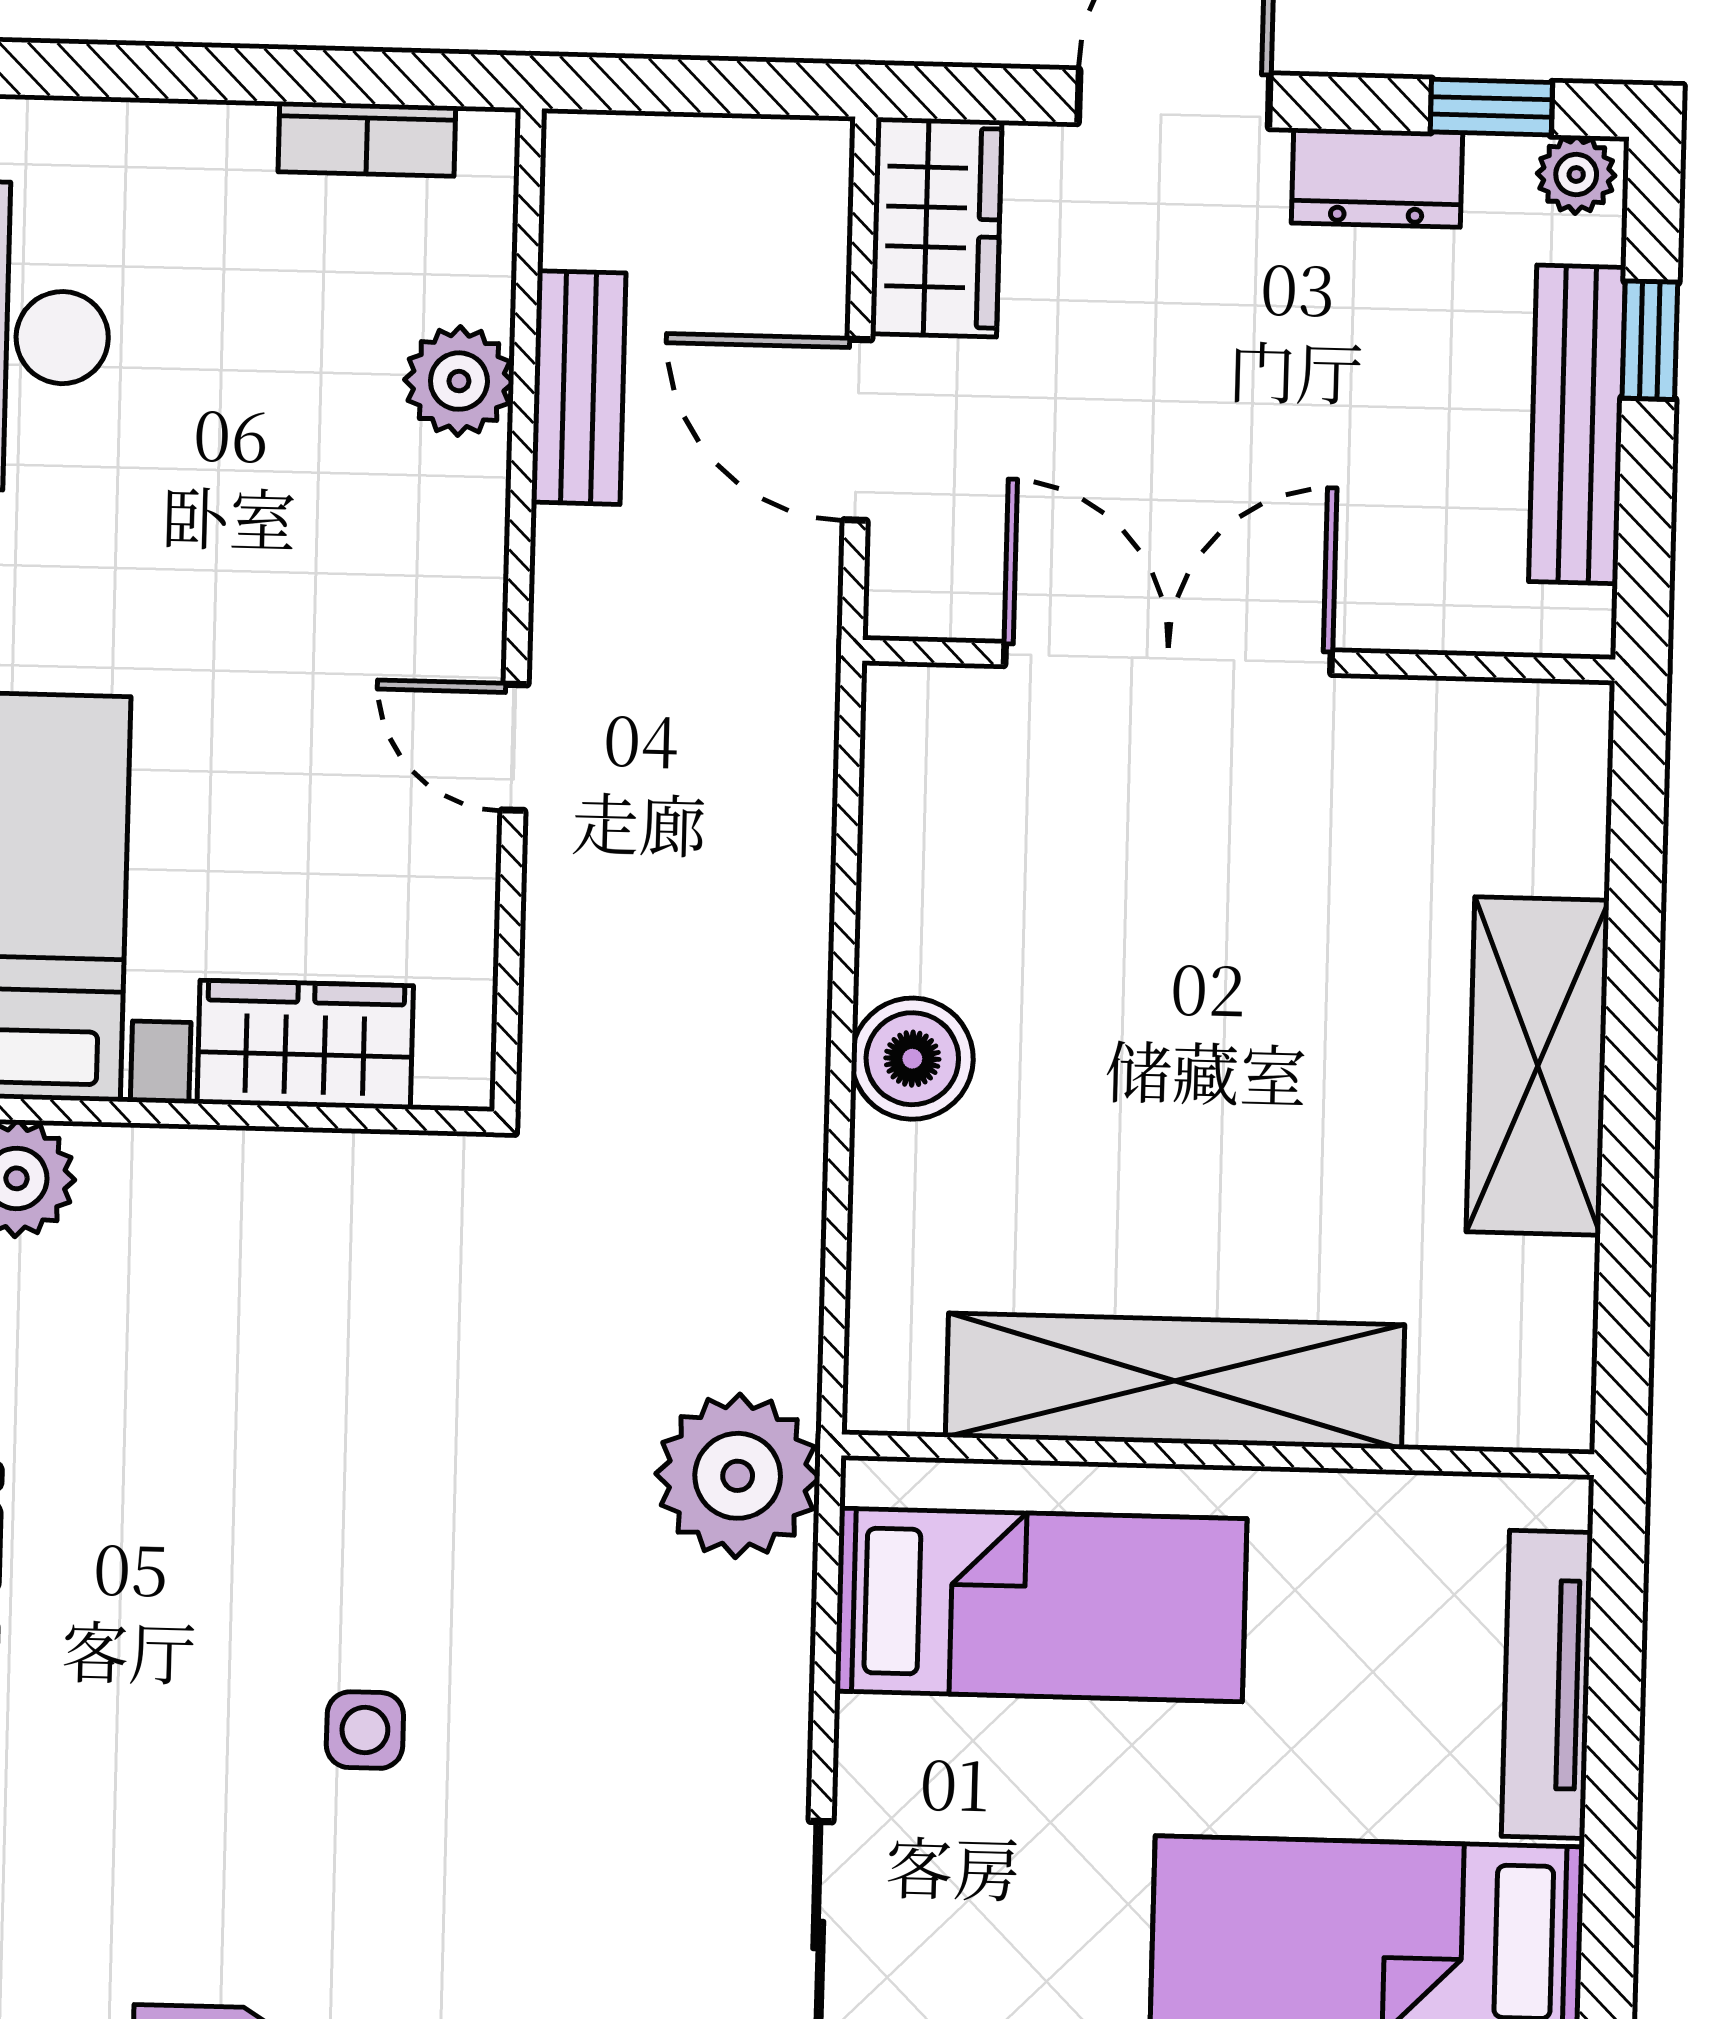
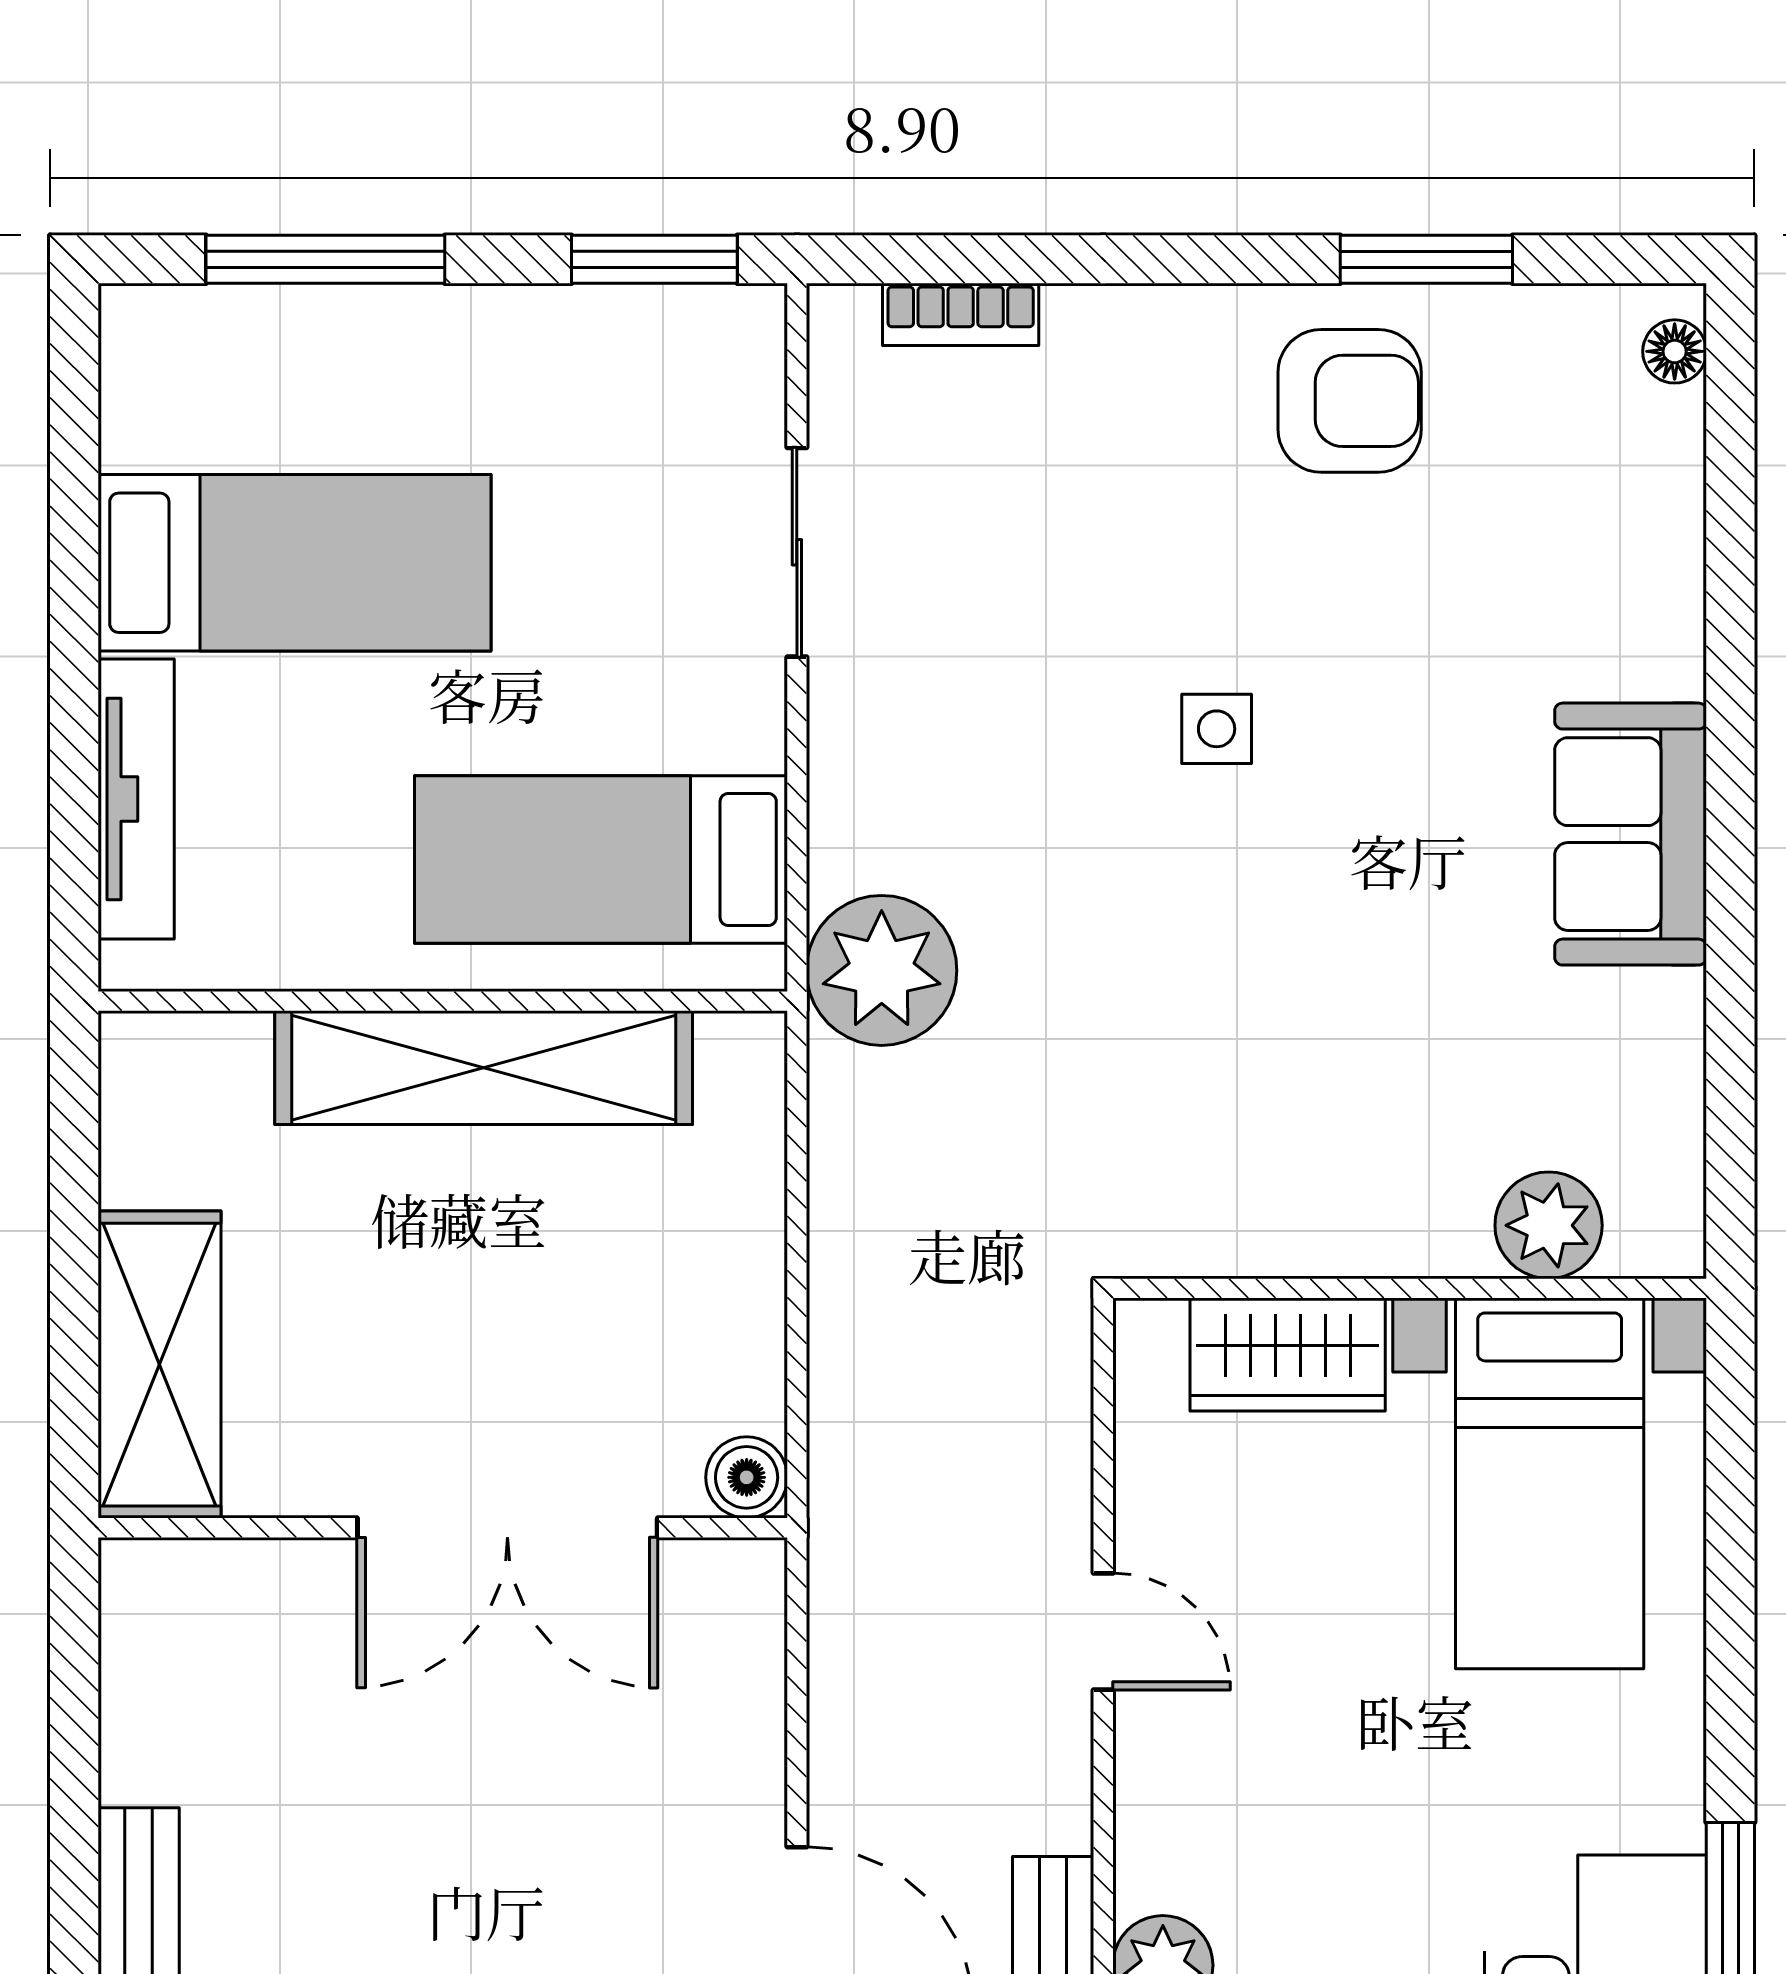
double door: (1168, 658) -> (507, 1528), moved
wall: (1239, 660) -> (443, 1528), moved
boiler: (912, 1059) -> (747, 1477), moved, width x0.73, depth x0.73

